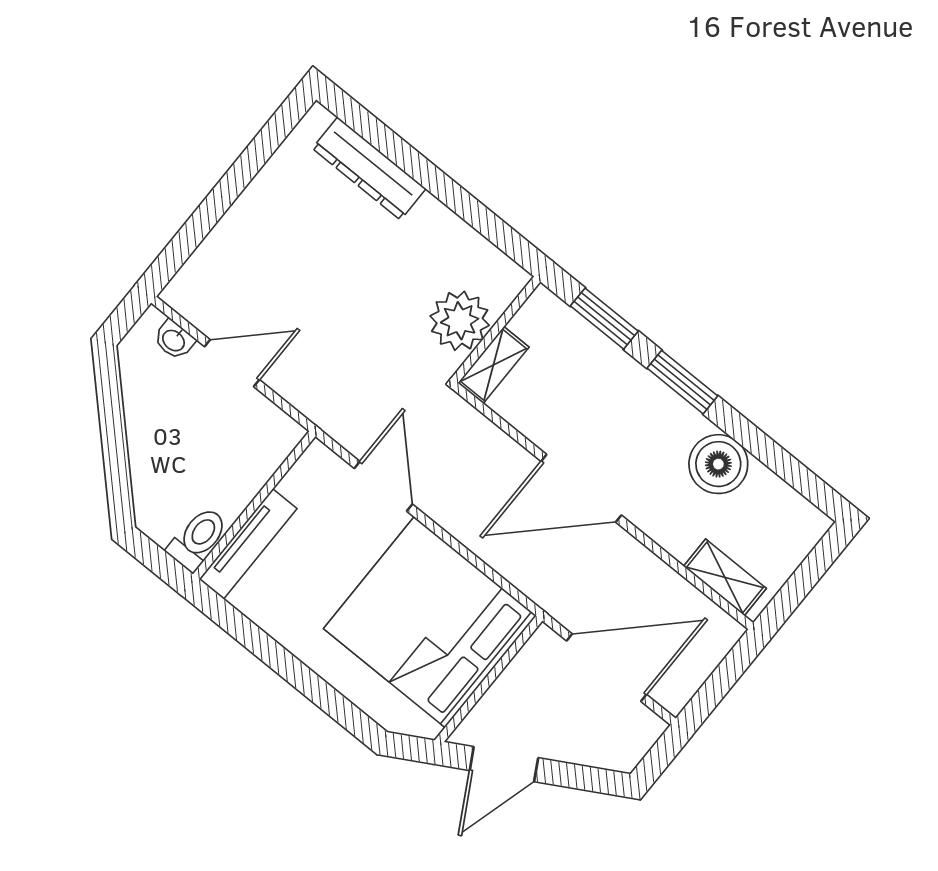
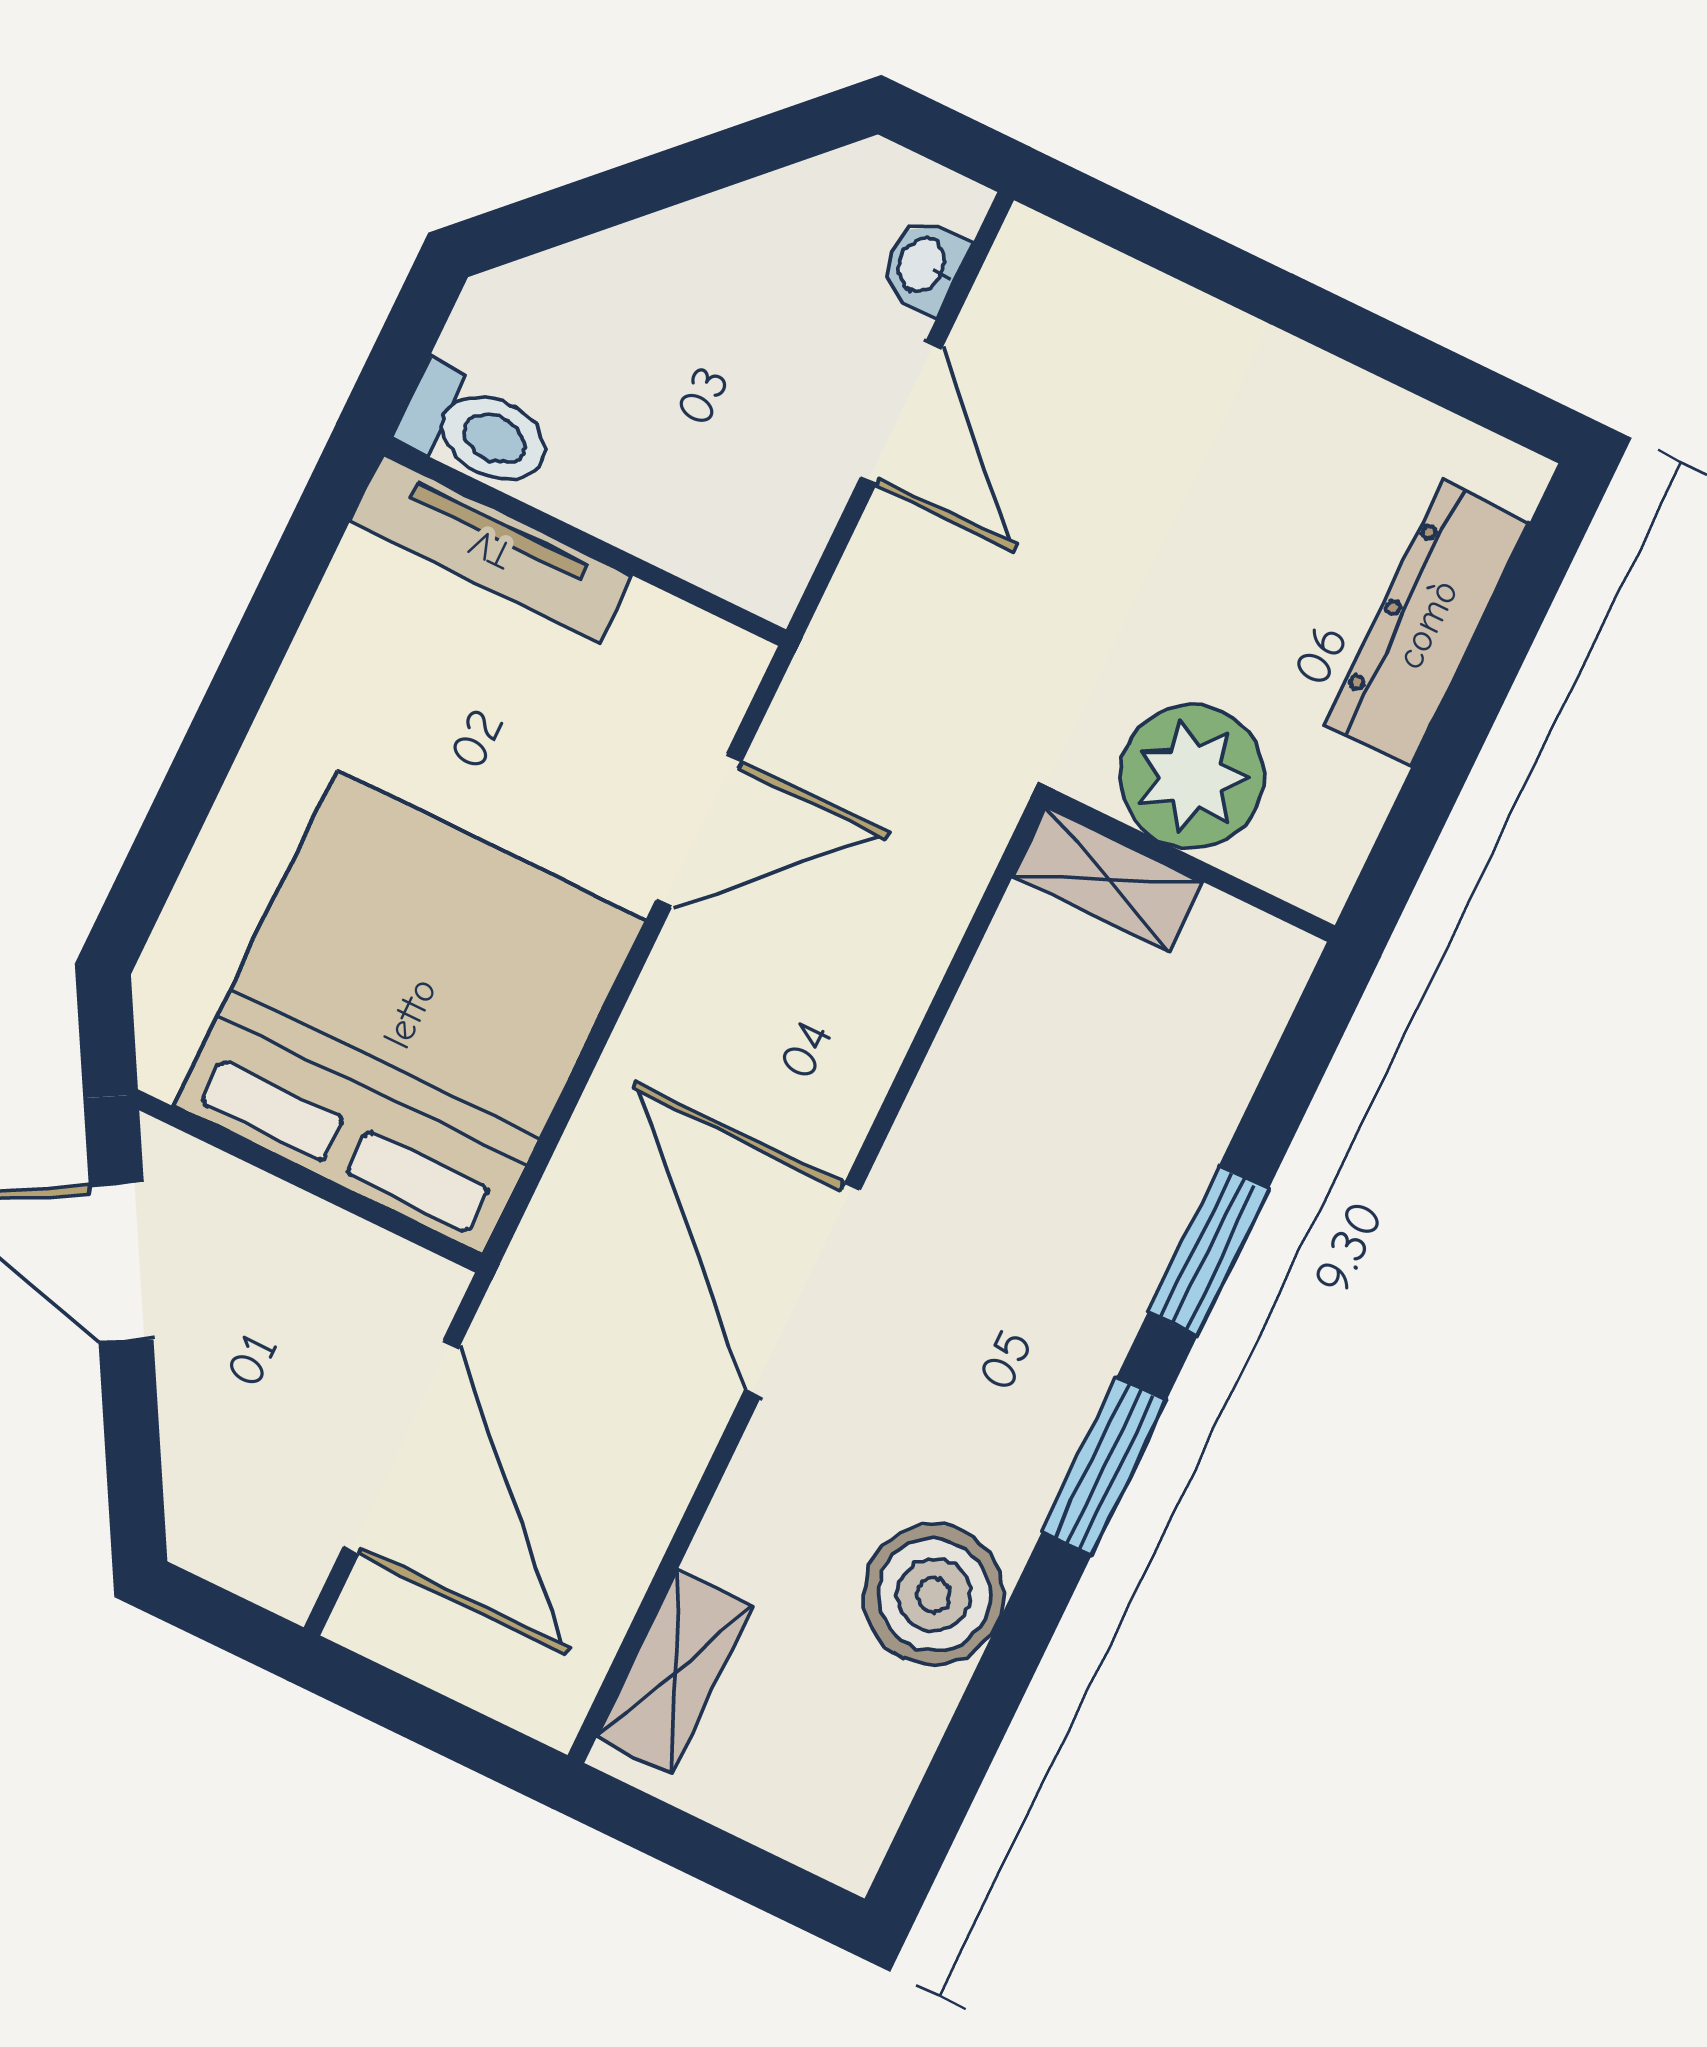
plant: (460, 321) -> (1192, 777), moved
wall: (496, 330) -> (1191, 866), moved
shelving: (493, 365) -> (1108, 879), moved

